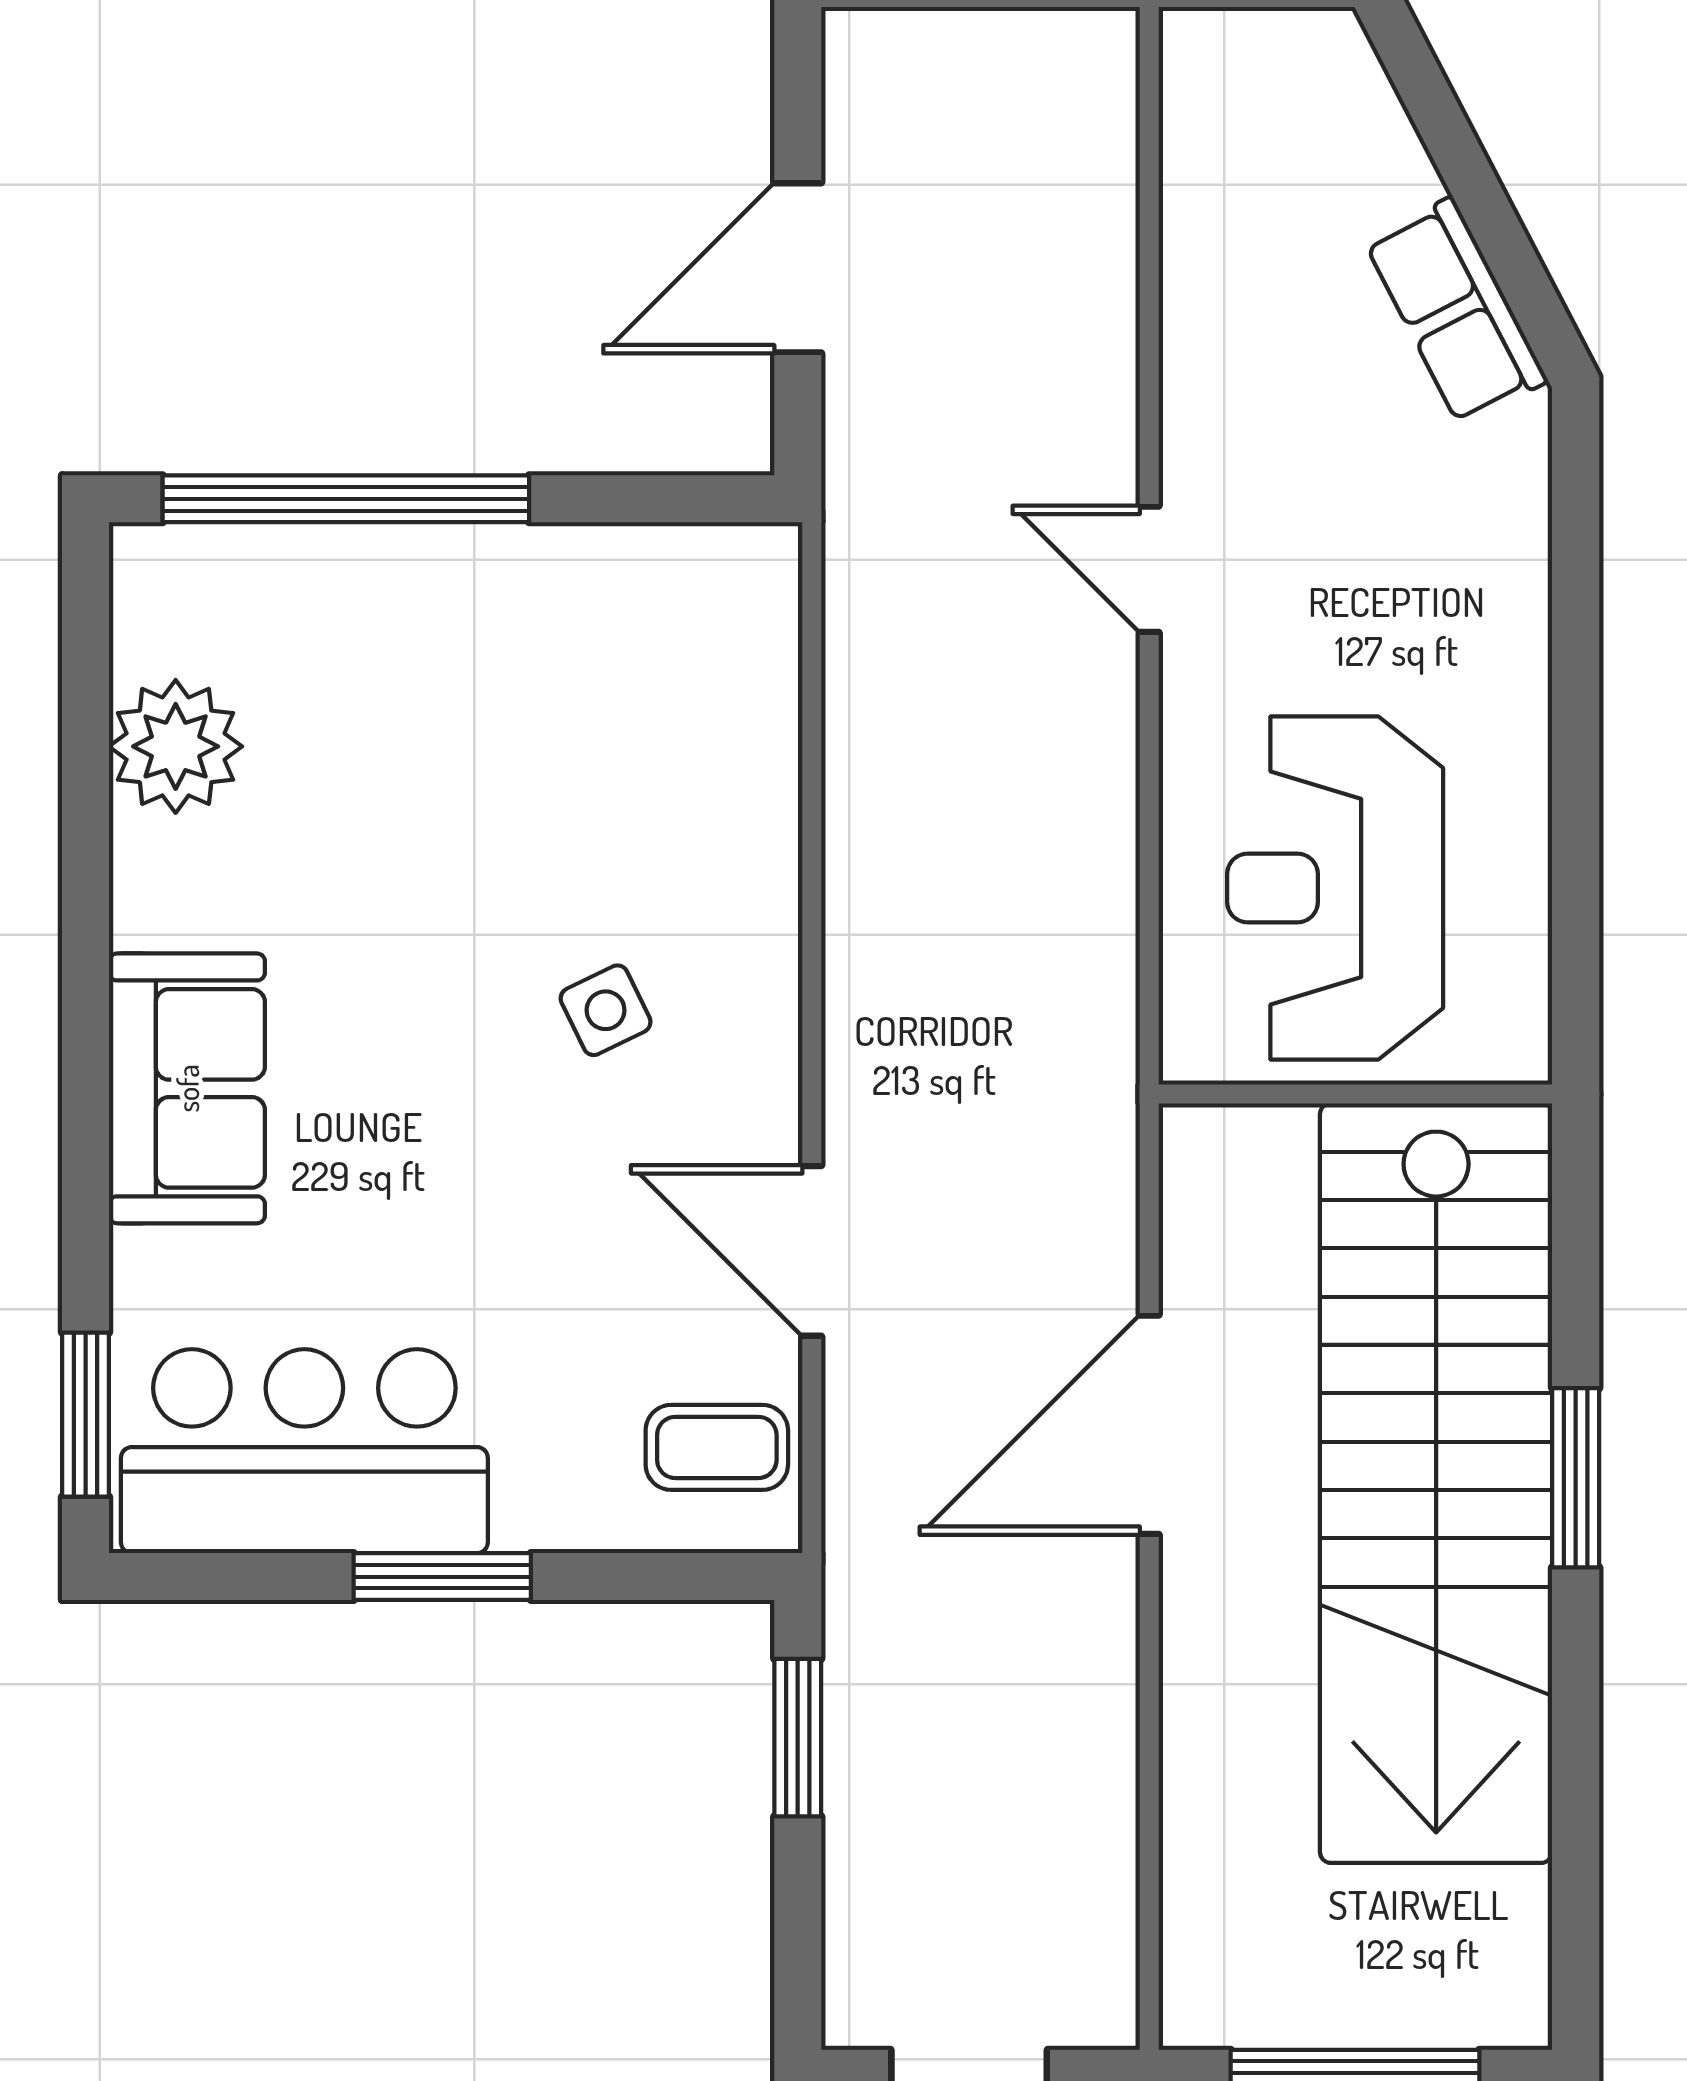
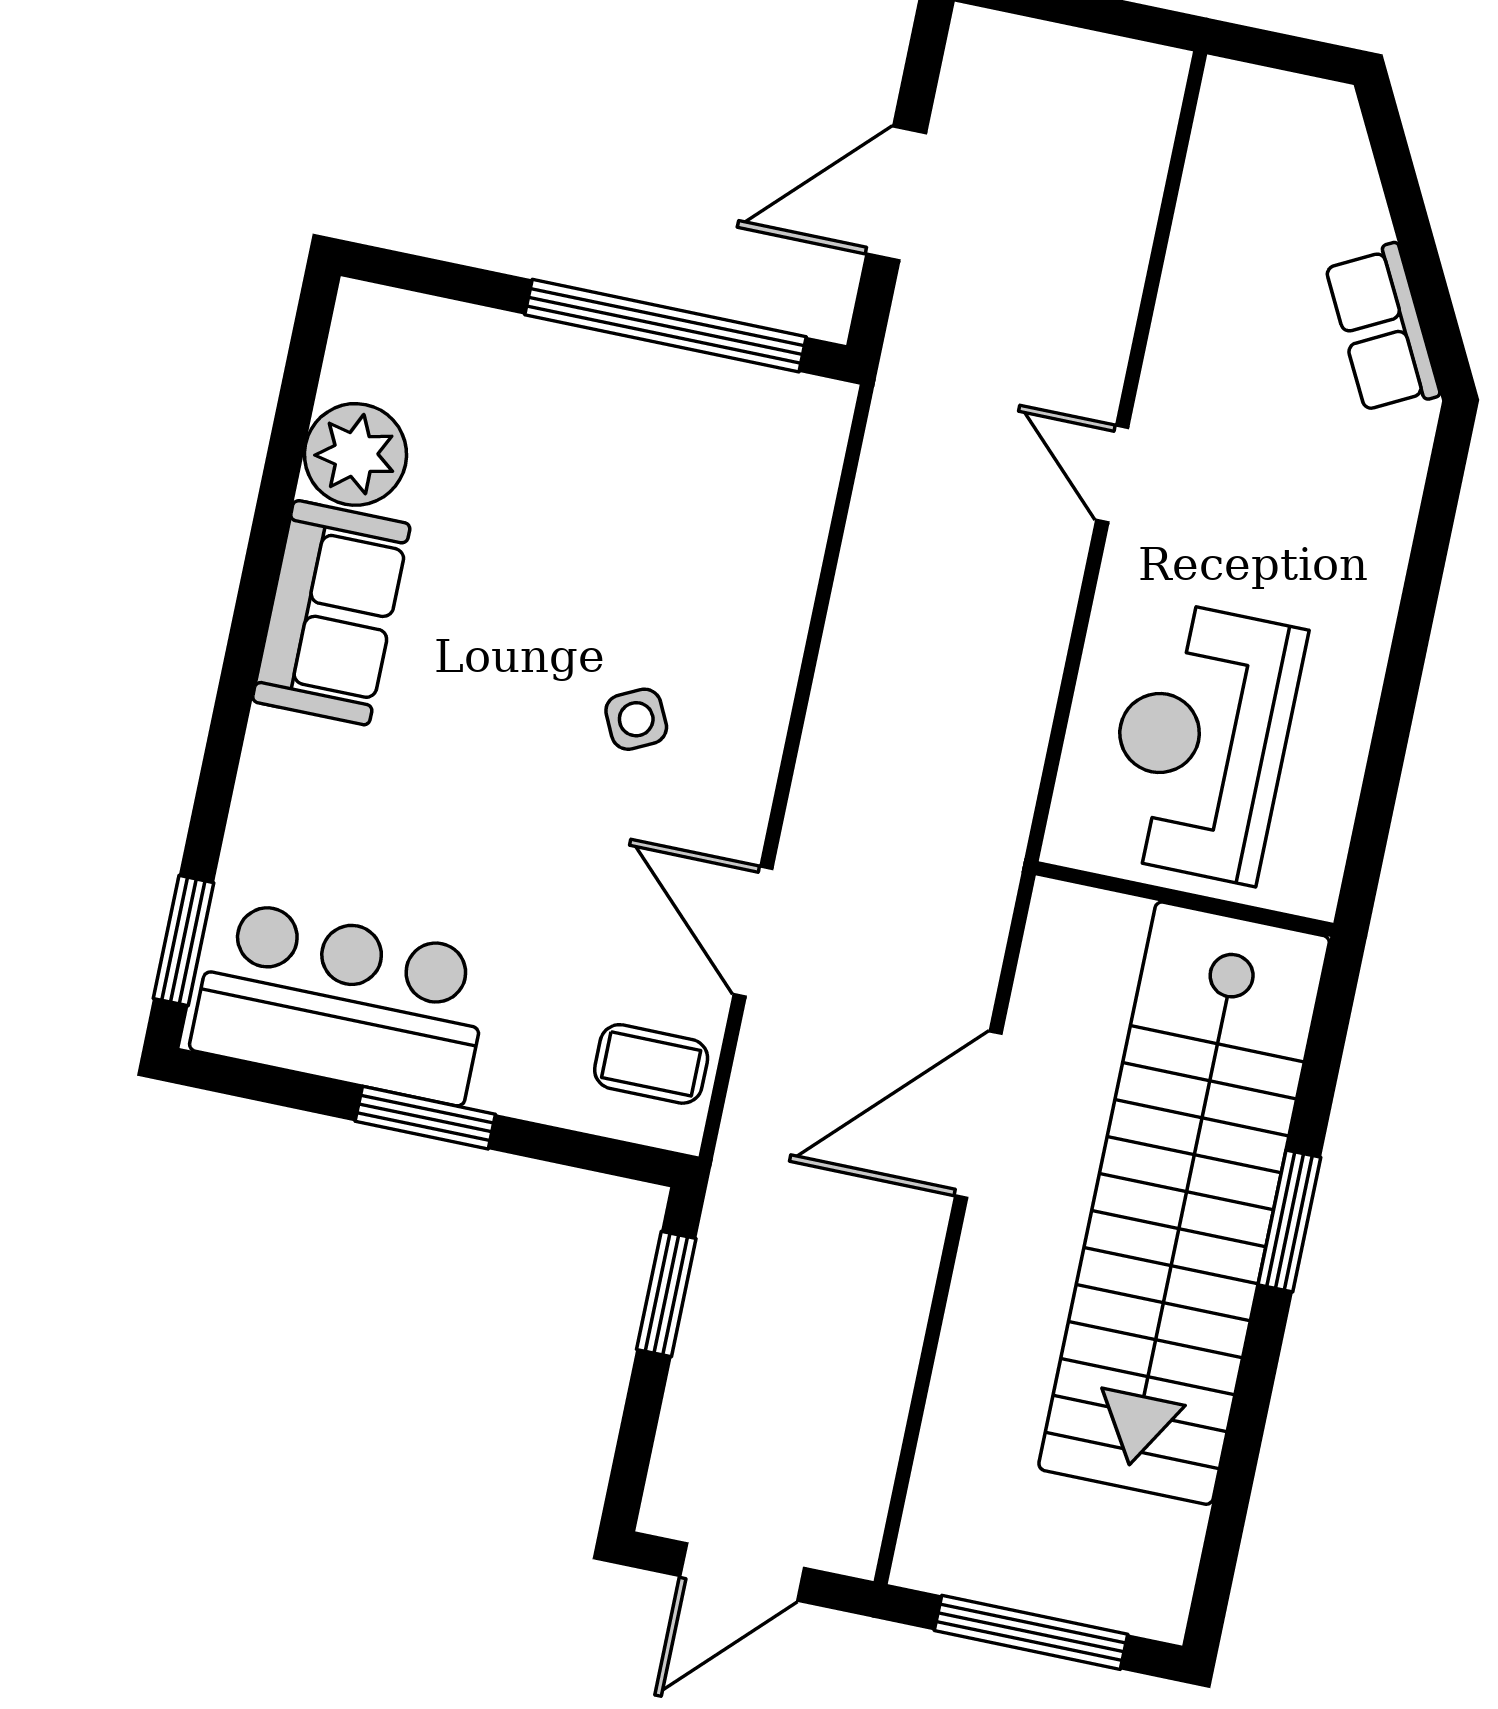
window: (346, 499) -> (666, 326), moved
sofa: (187, 1088) -> (331, 613), moved

